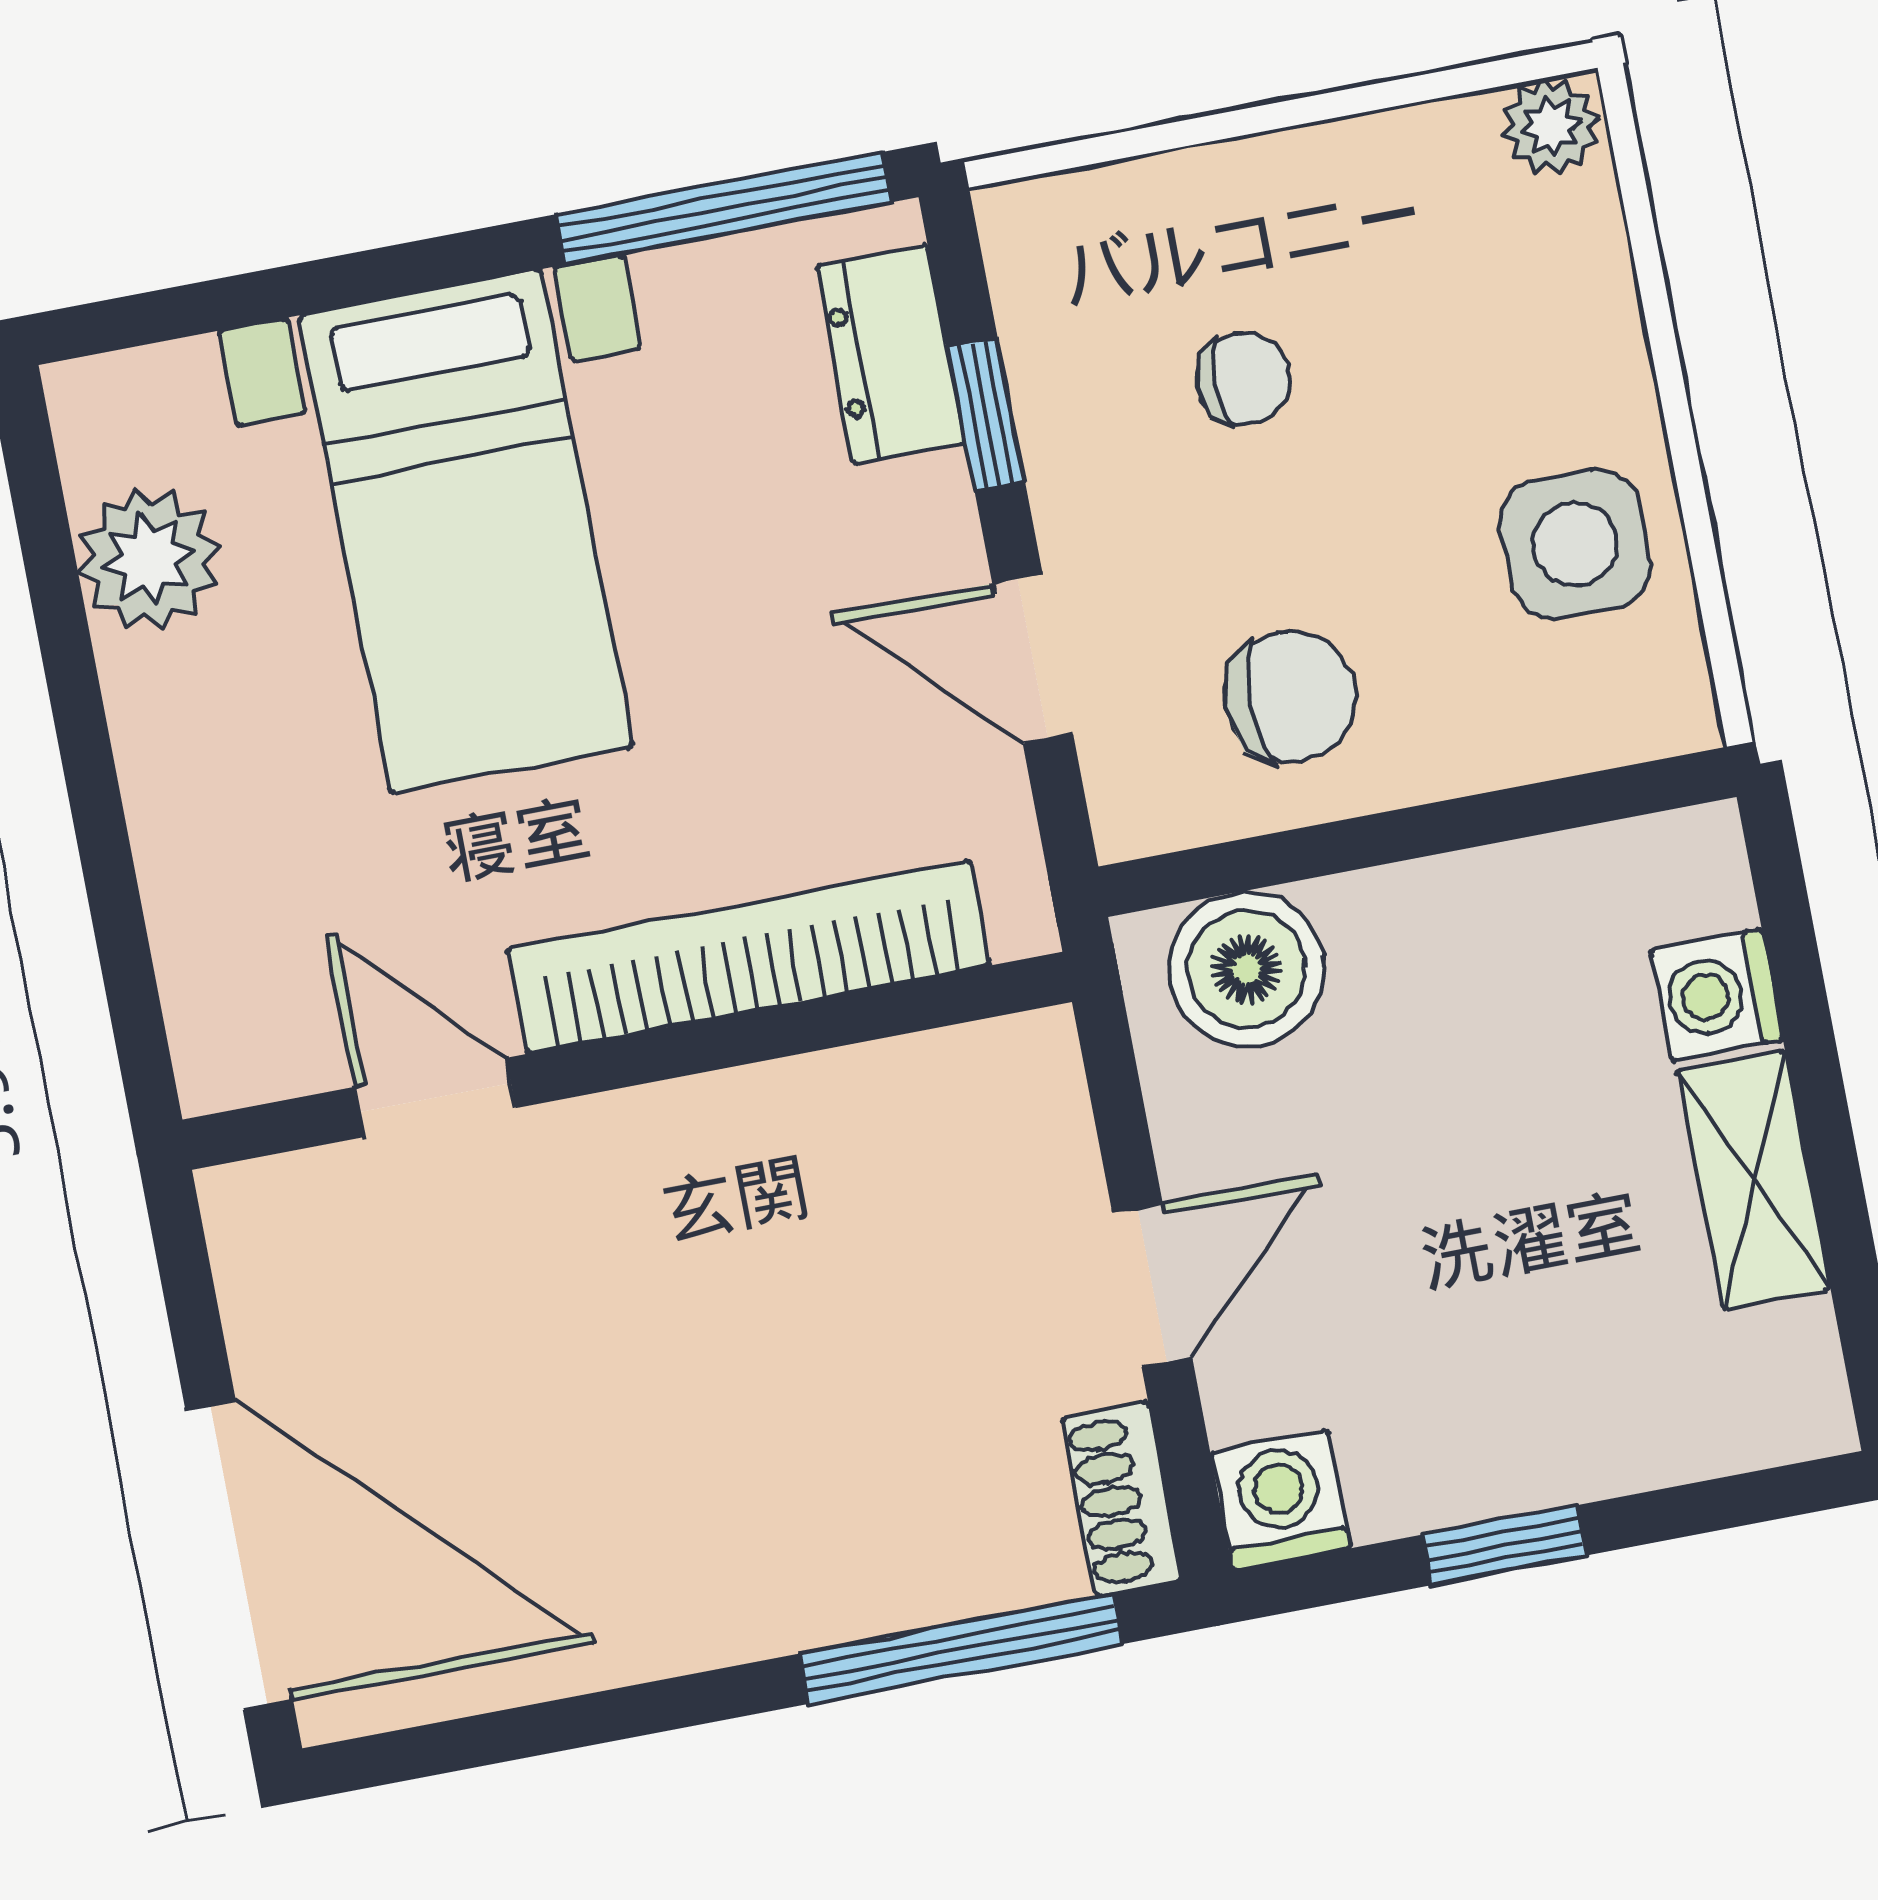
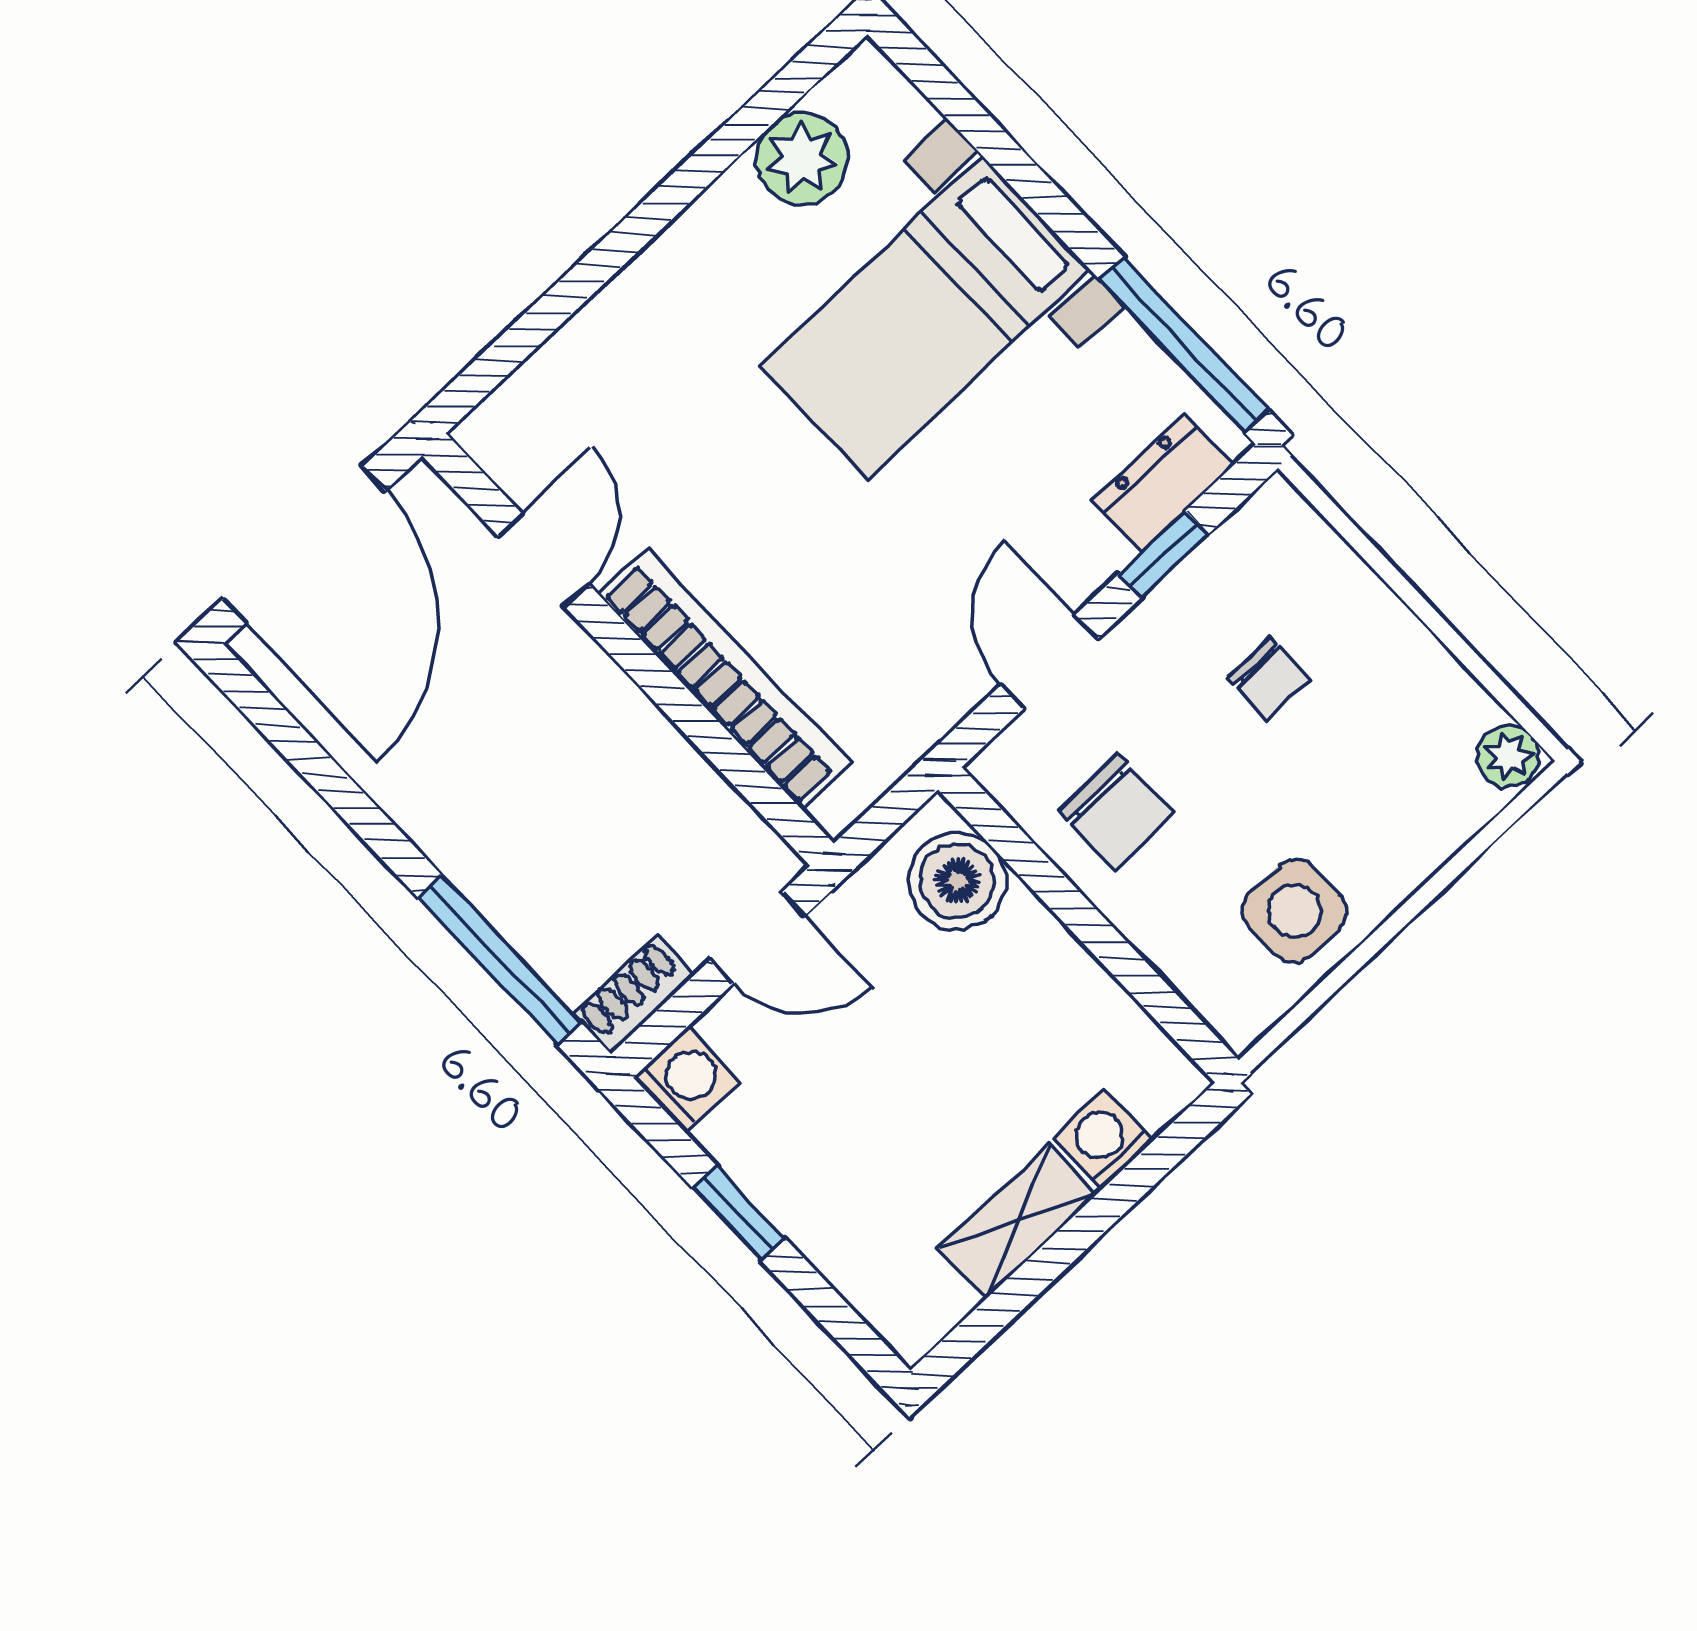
bookcase: (749, 957) -> (724, 679), moved
wall: (627, 1061) -> (628, 649), moved
door: (435, 1097) -> (543, 560), moved

